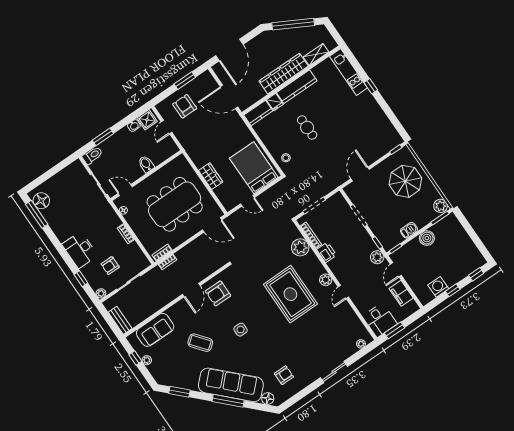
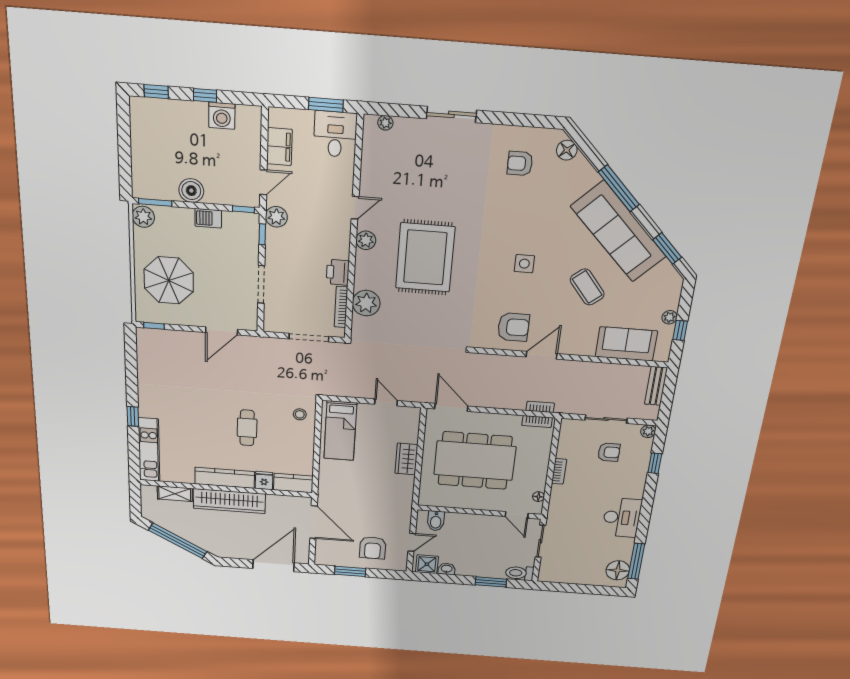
bidet: (146, 164) -> (436, 521), moved
bed: (254, 168) -> (340, 431), width x0.67
desk: (80, 250) -> (622, 518), moved
sofa: (231, 385) -> (618, 232), moved

